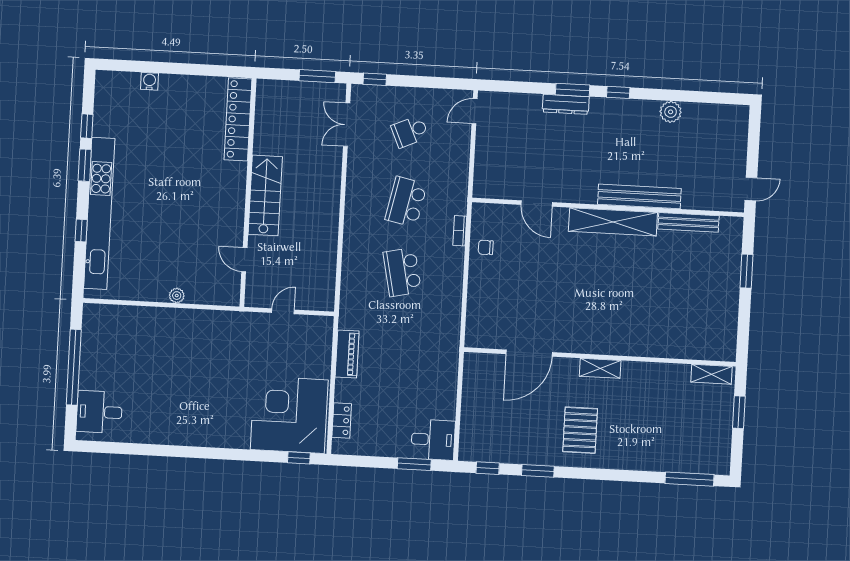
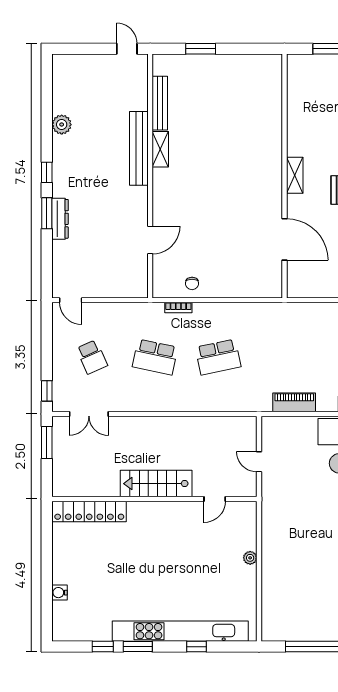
shelving: (613, 222) -> (160, 149), width x0.45, depth x0.75
shelving: (711, 374) -> (295, 75), removed

